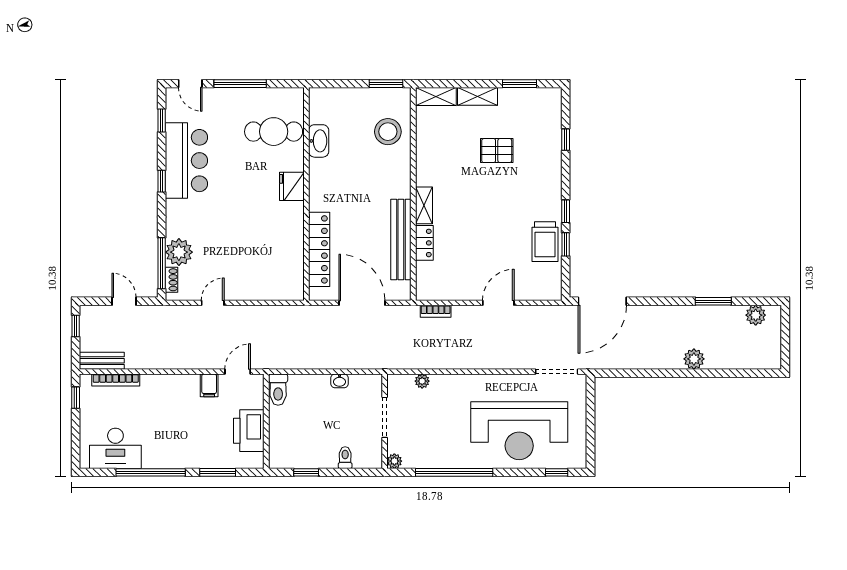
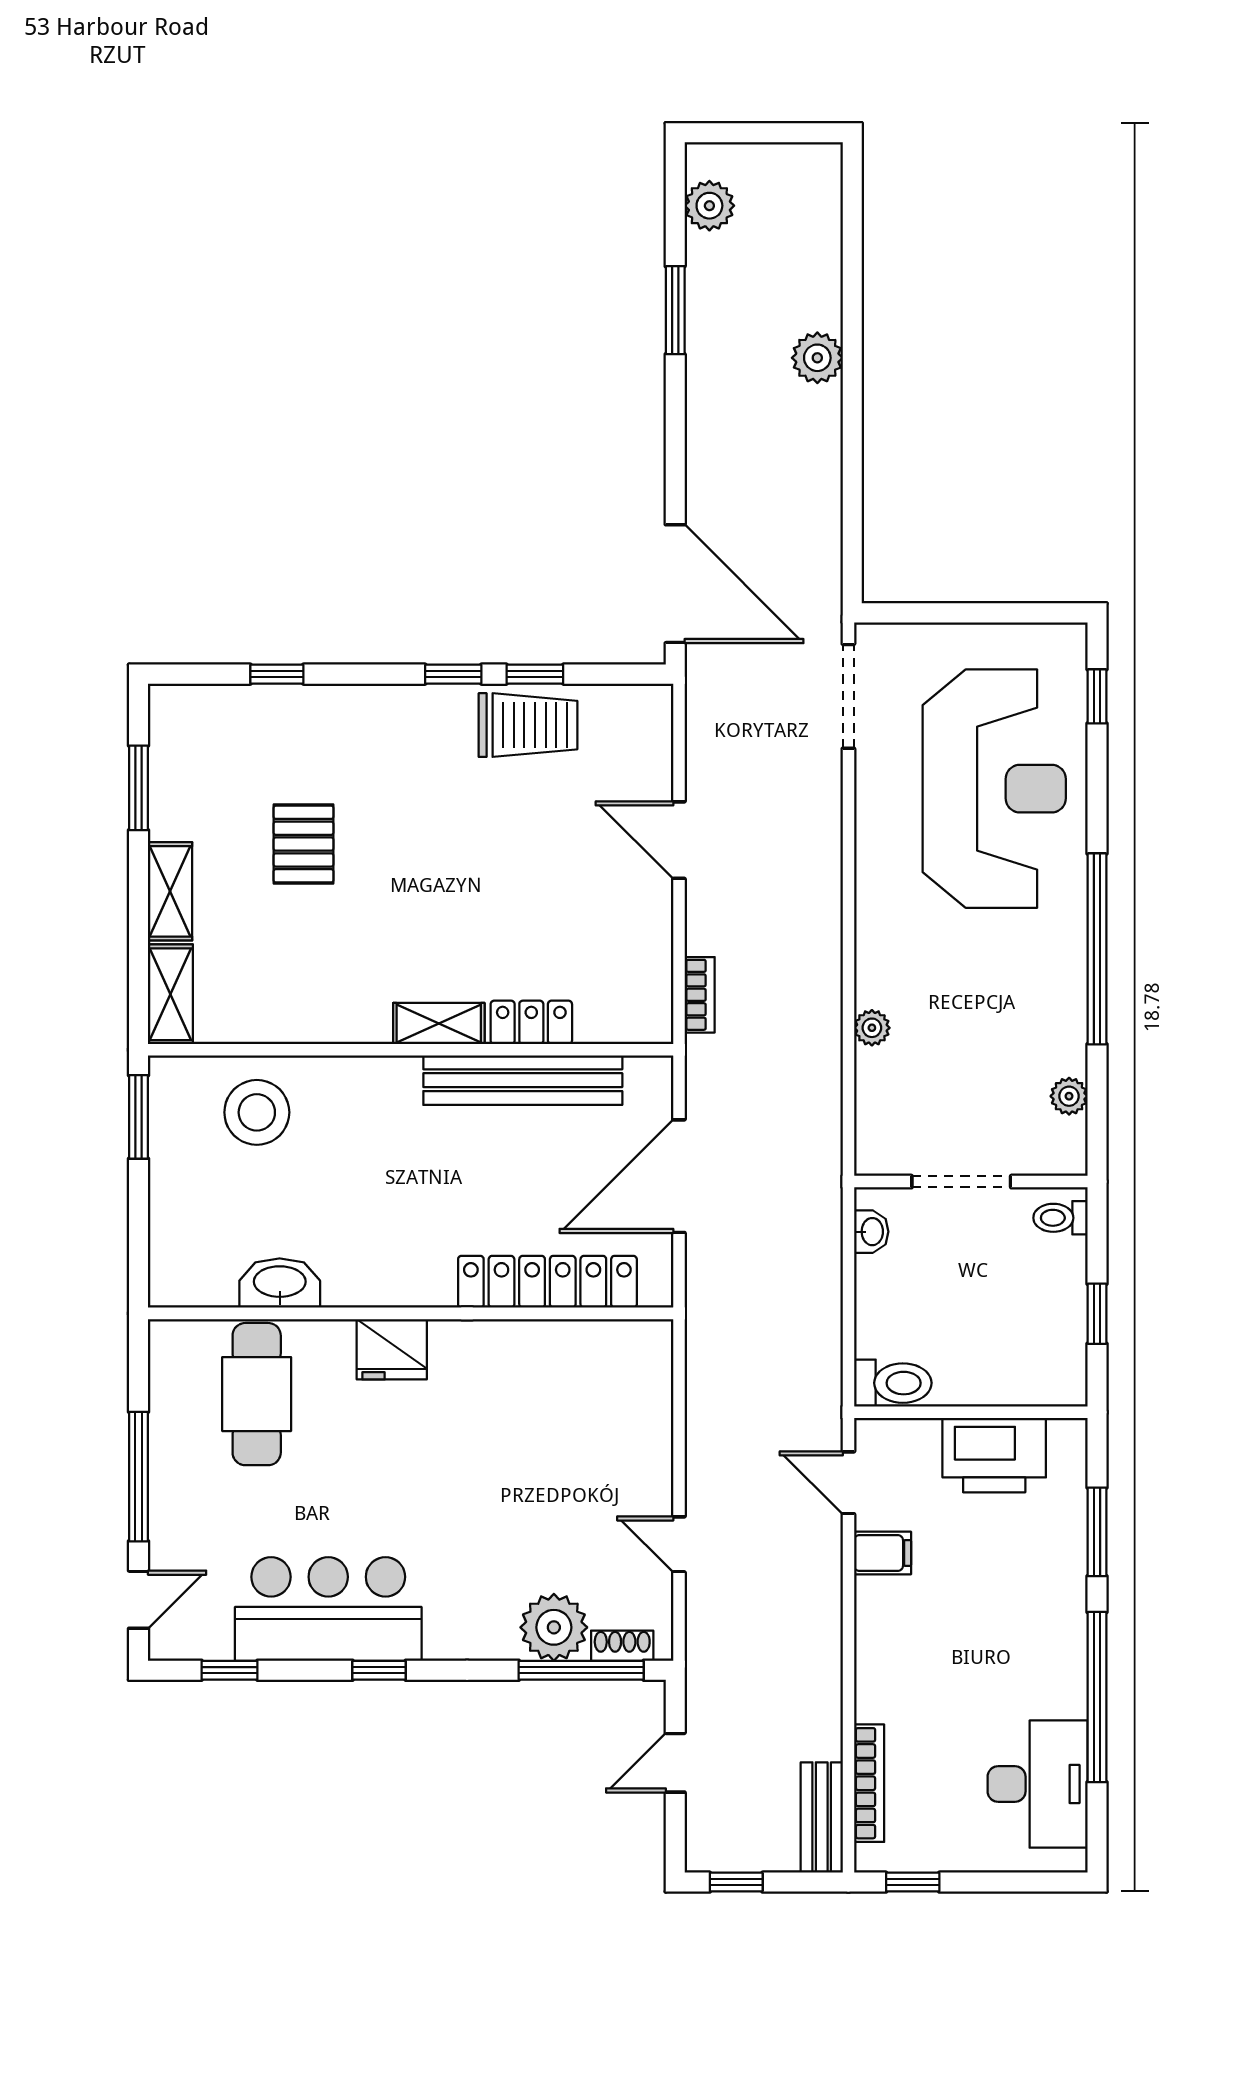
doorway: (385, 417) -> (961, 1182), moved
wall: (385, 421) -> (971, 1182), moved

